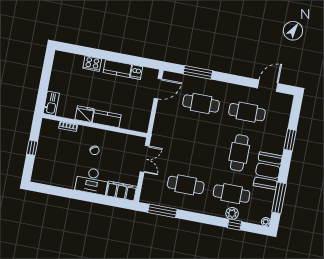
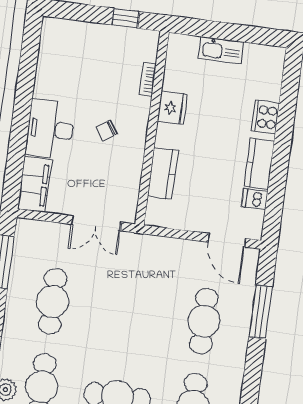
kitchen sink: (51, 103) -> (221, 50), moved
kitchen counter: (107, 119) -> (163, 173), moved
window: (32, 148) -> (126, 18), moved

